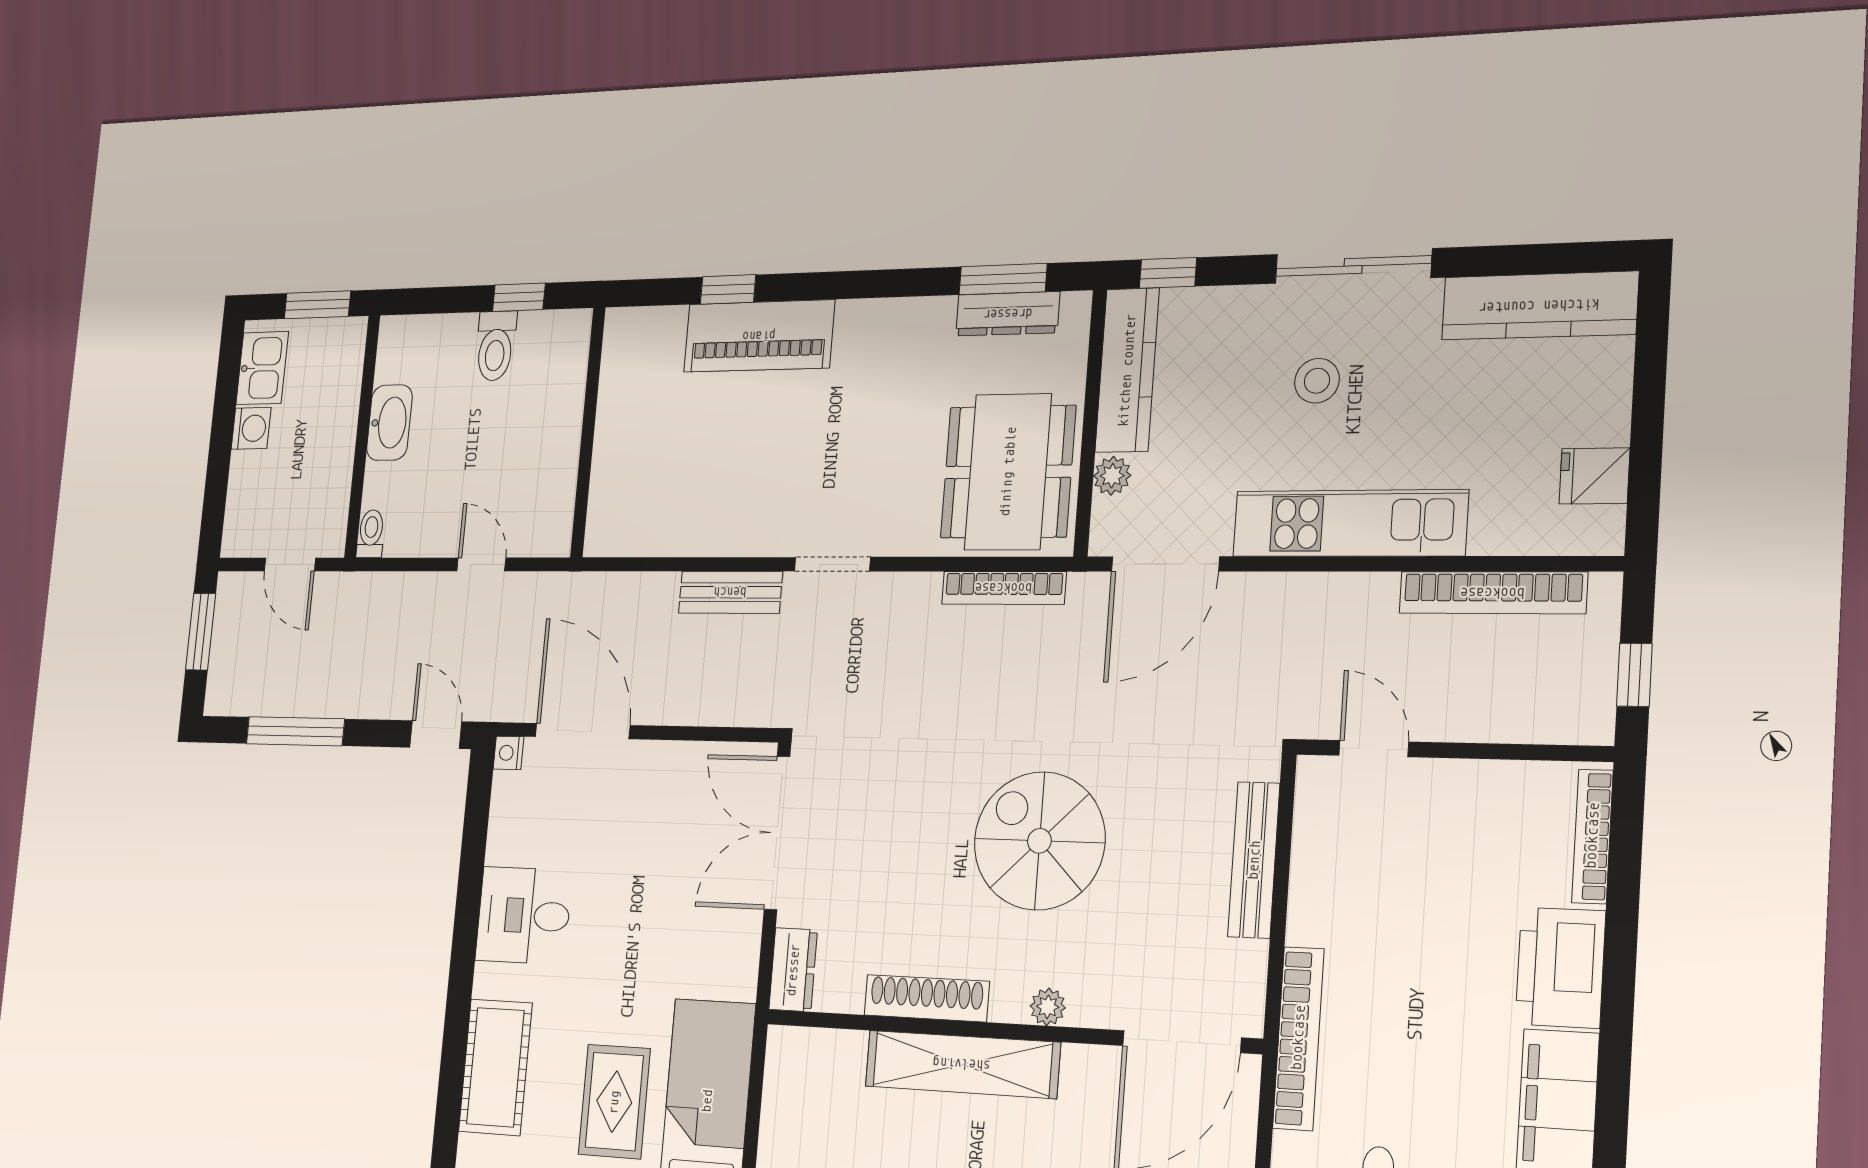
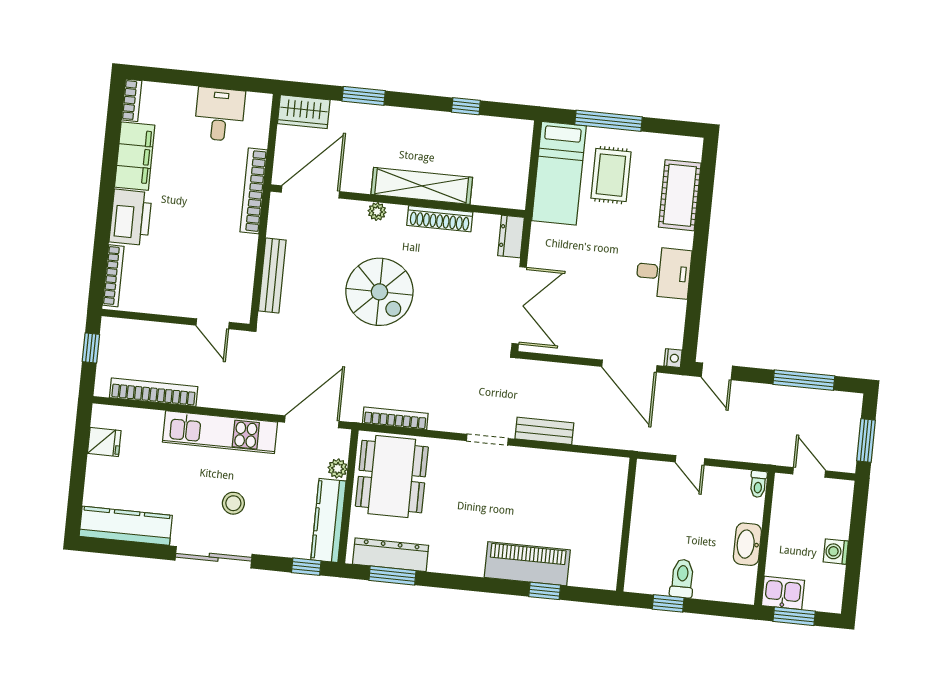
dresser: (1008, 314) -> (391, 555), width x1.37, depth x1.24
kitchen sink: (262, 368) -> (783, 593), moved, turned 90

